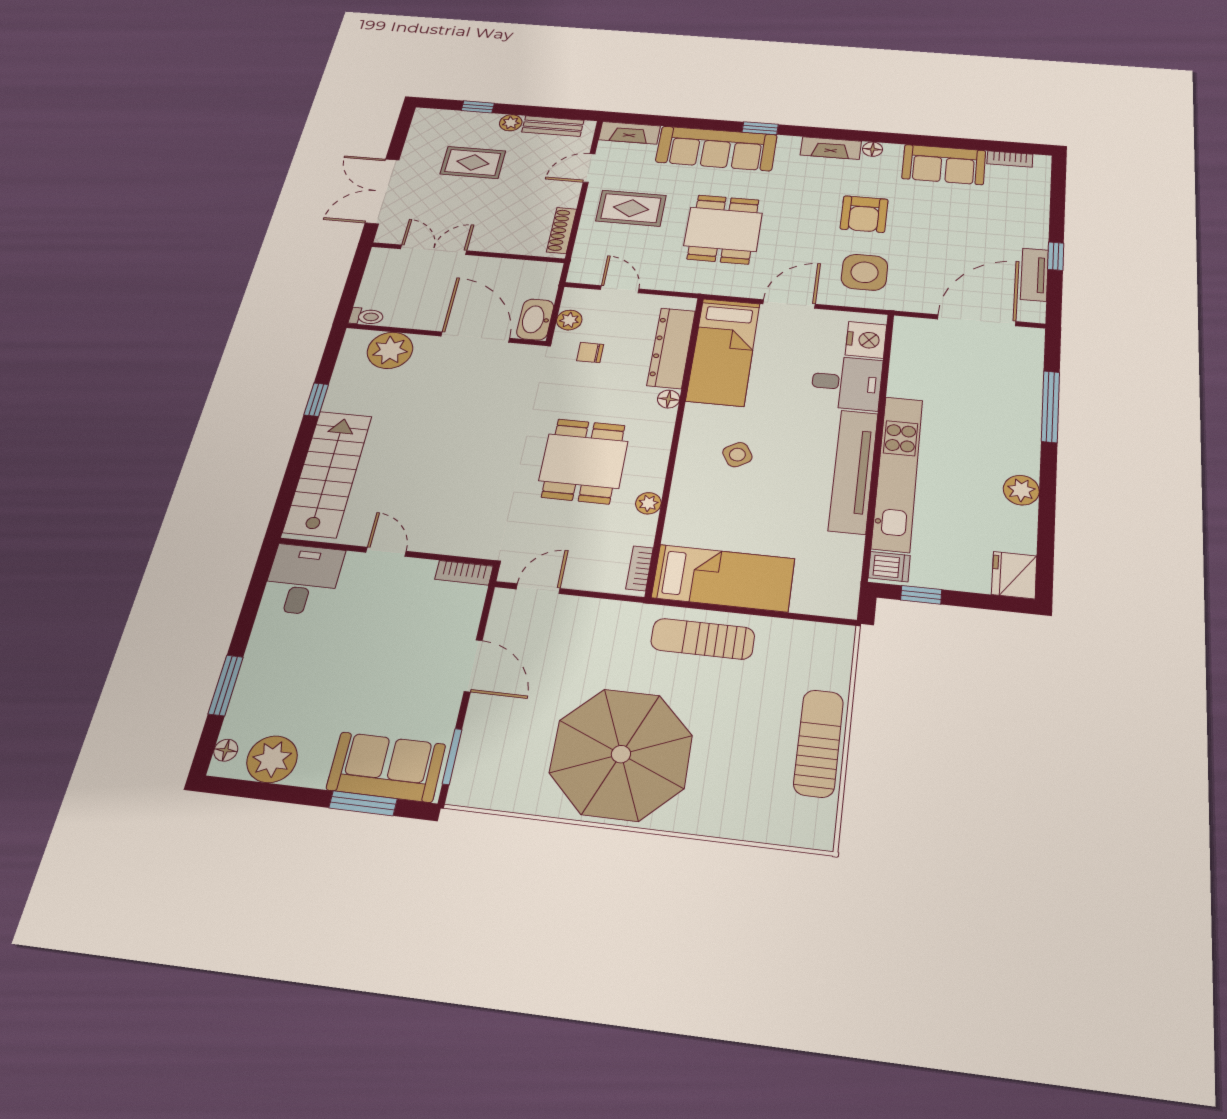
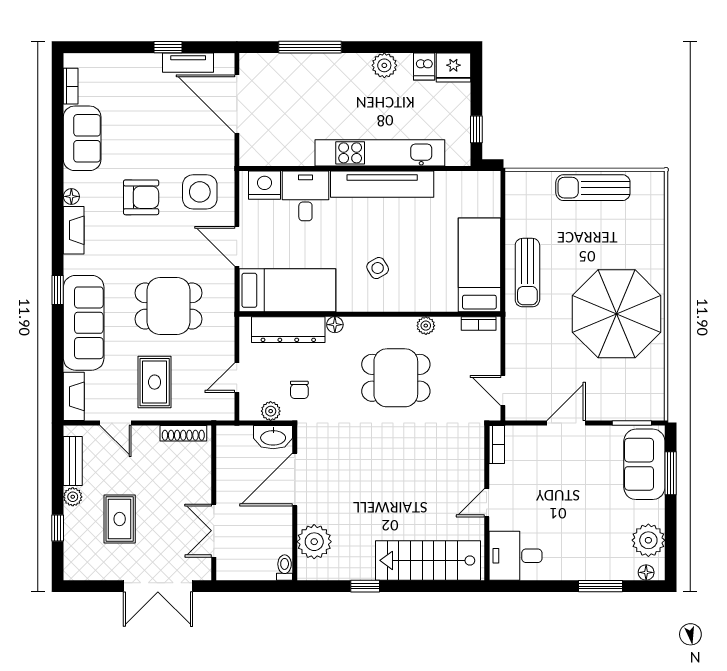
dishwasher: (889, 567) -> (424, 66), moved, turned 180

